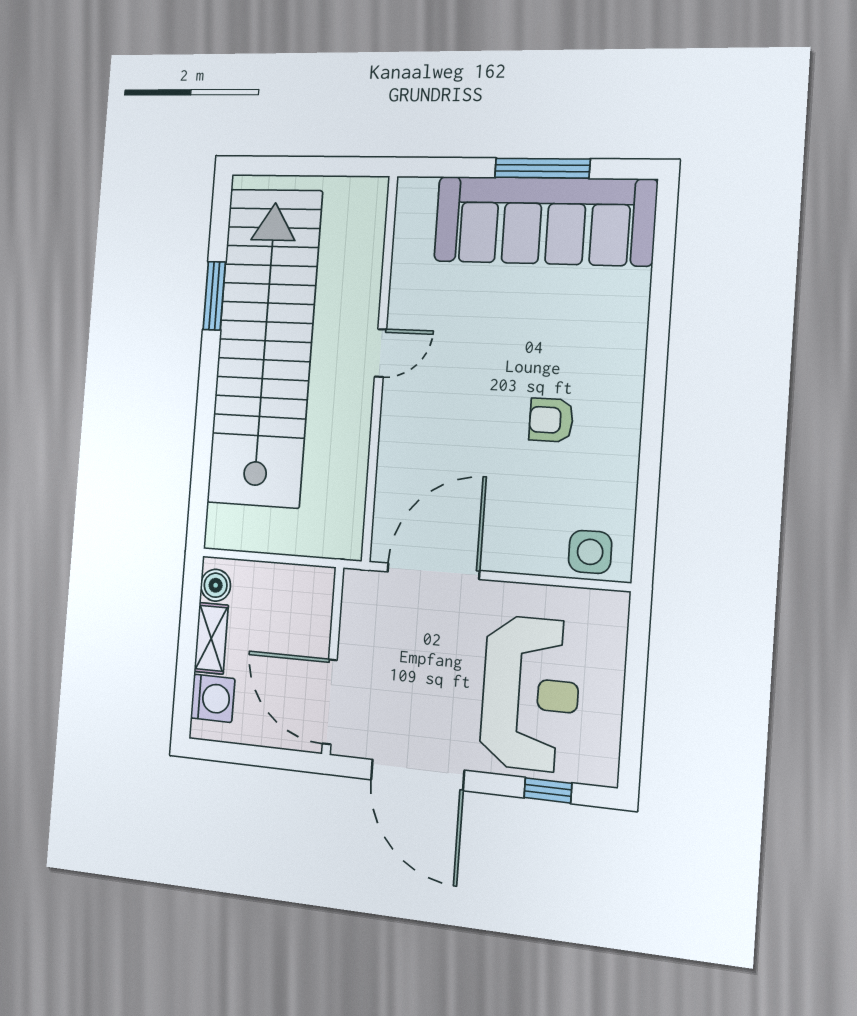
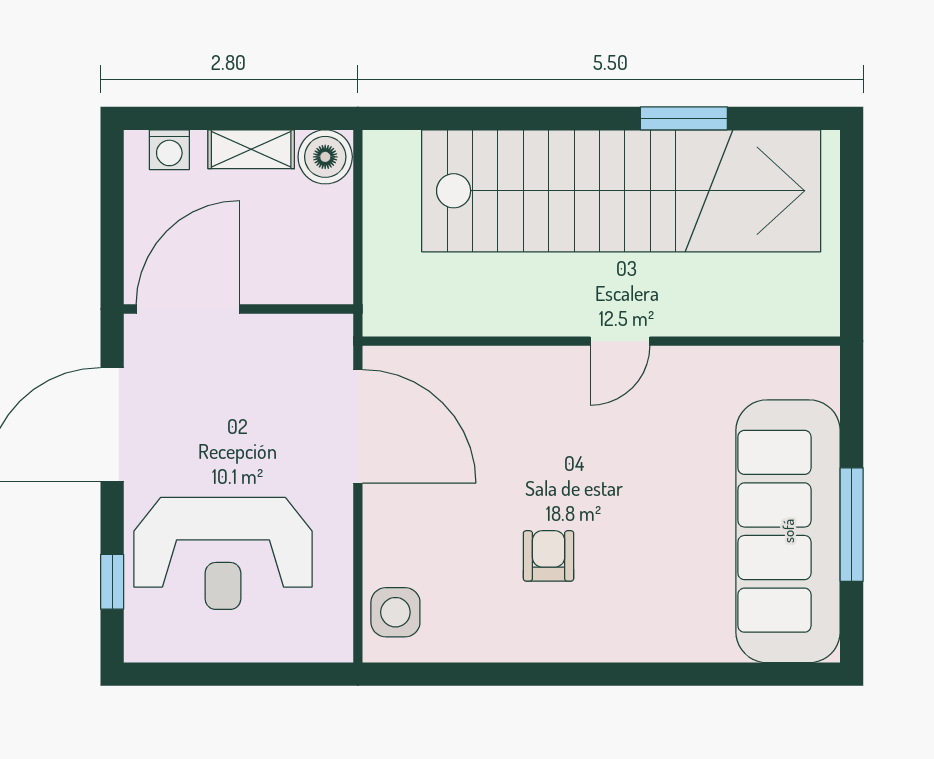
door: (381, 353) -> (620, 341), hinge flipped
boiler: (216, 585) -> (325, 157), width x1.36, depth x1.36
washing machine: (213, 698) -> (169, 150), width x0.73, depth x0.73

